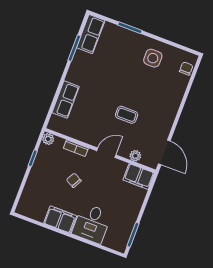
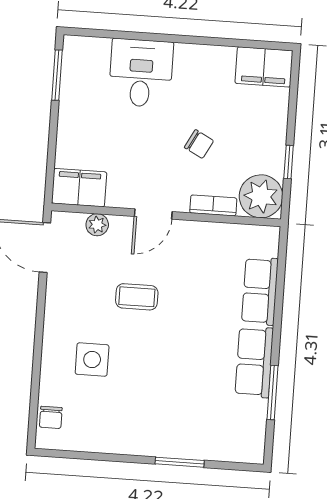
row of seats: (91, 34) -> (254, 362), moved
side table: (153, 58) -> (92, 359), moved
plant: (48, 139) -> (261, 196), width x1.88, depth x1.88
filing cabinet: (60, 219) -> (264, 67), moved

